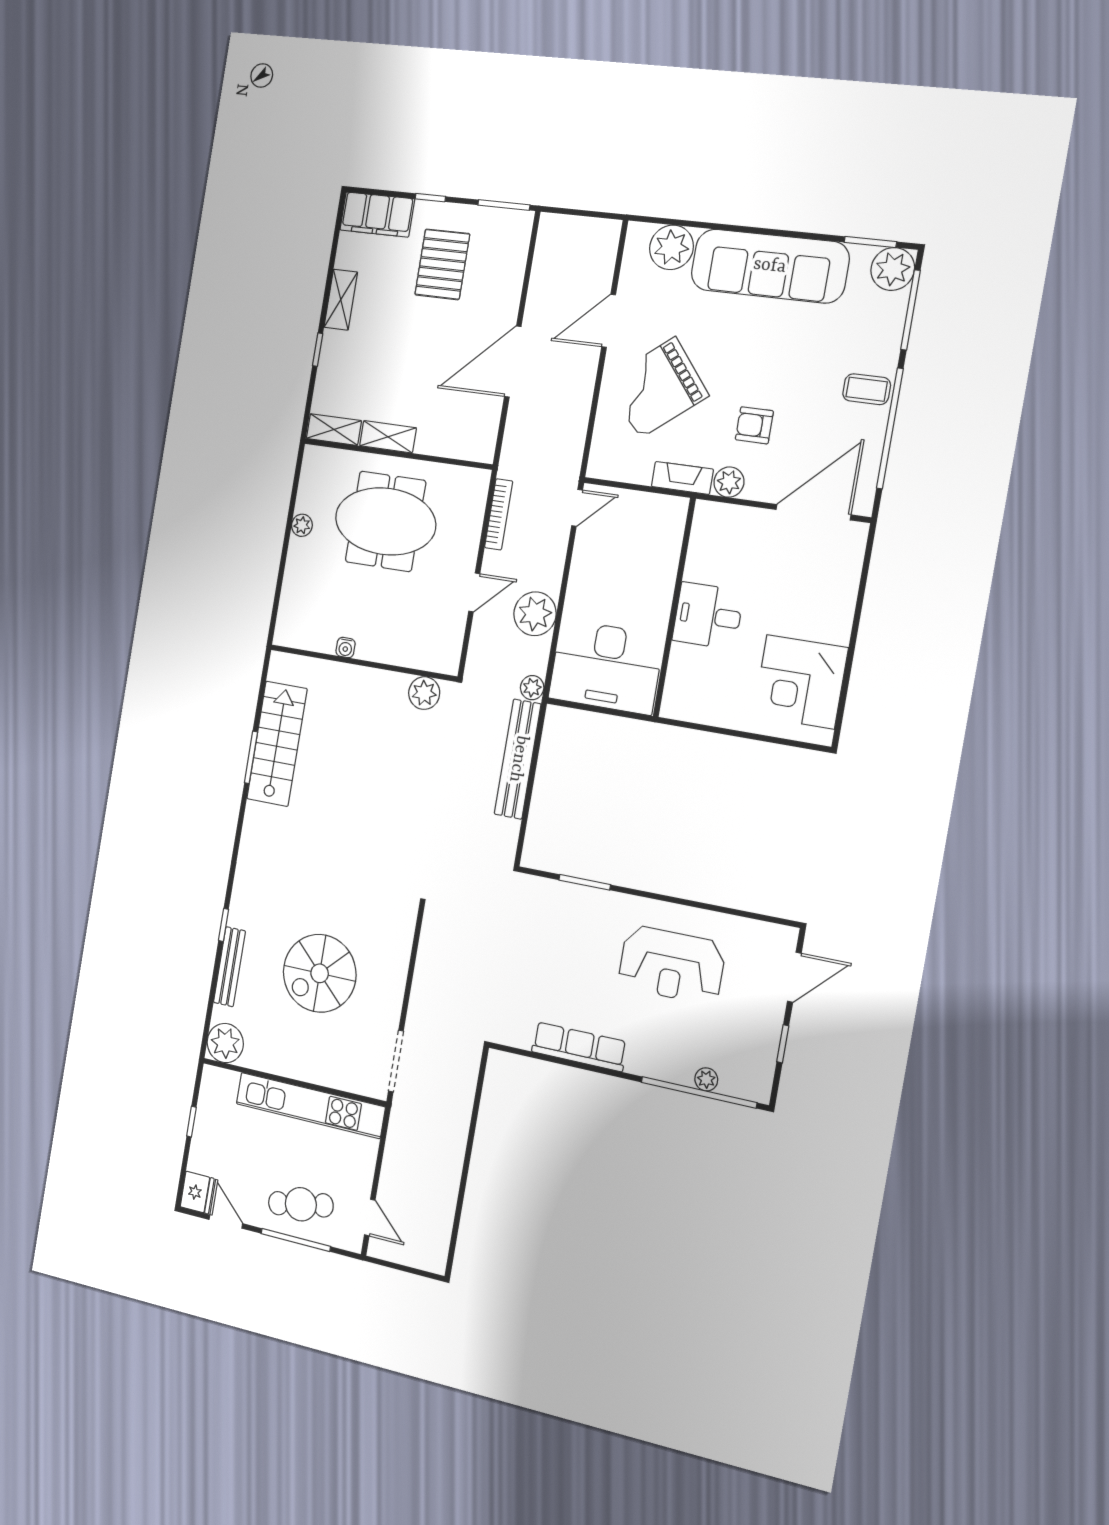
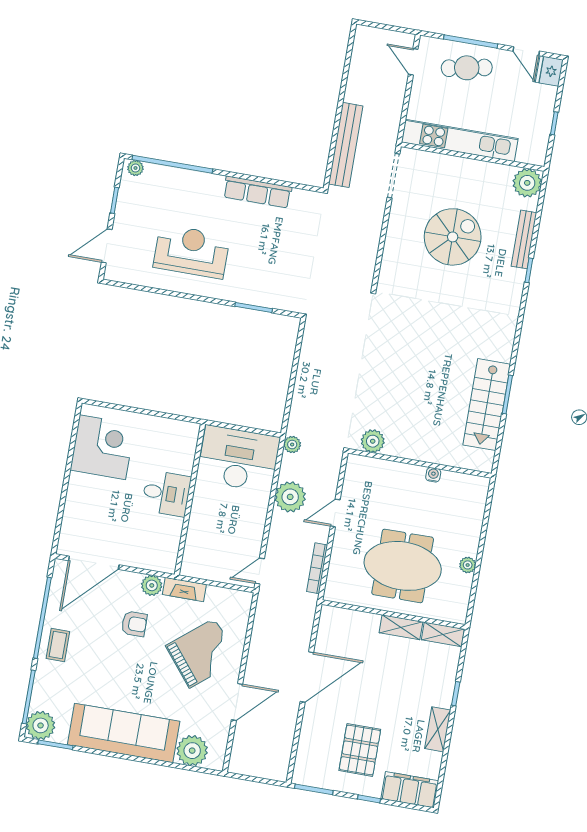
coffee table: (867, 389) -> (58, 645), turned 90
bench: (518, 759) -> (346, 145), moved
plant: (706, 1079) -> (135, 168), moved

